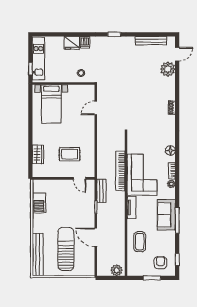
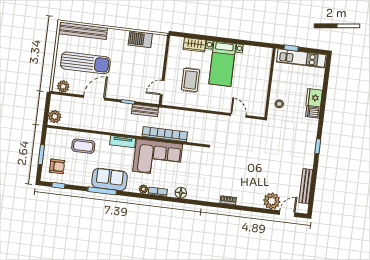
door: (177, 54) -> (287, 214), swing flipped
bed with nightstands: (51, 104) -> (222, 64), moved, turned -90
plant: (89, 266) -> (63, 86), added

